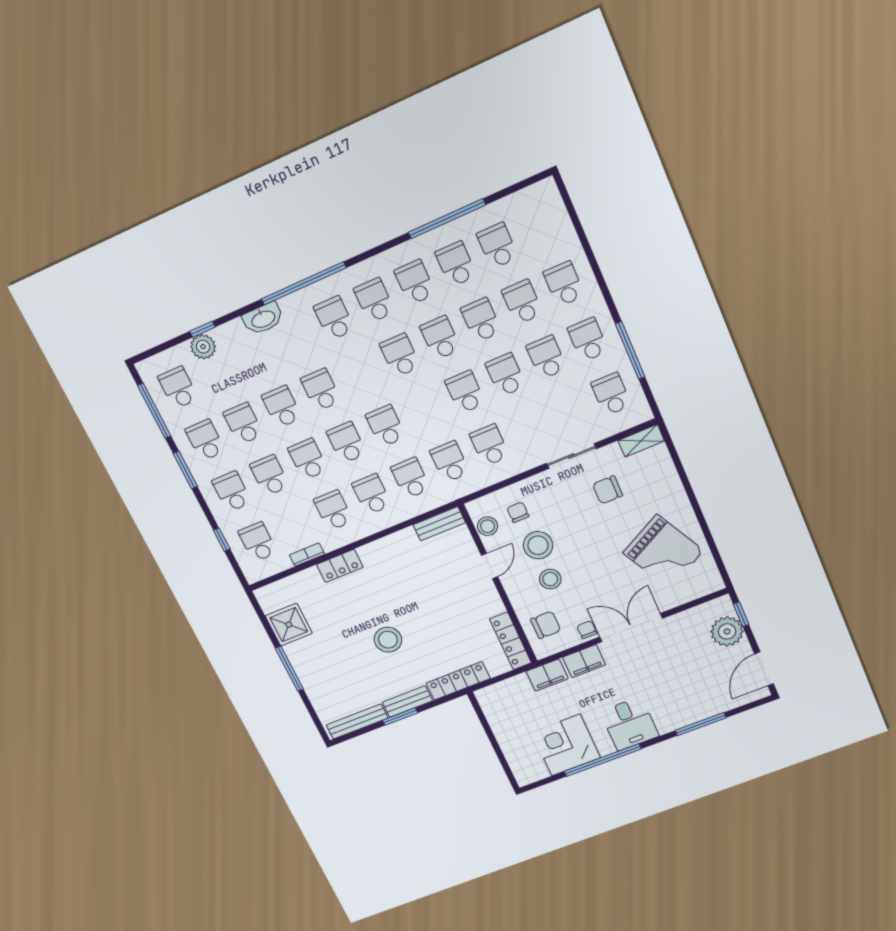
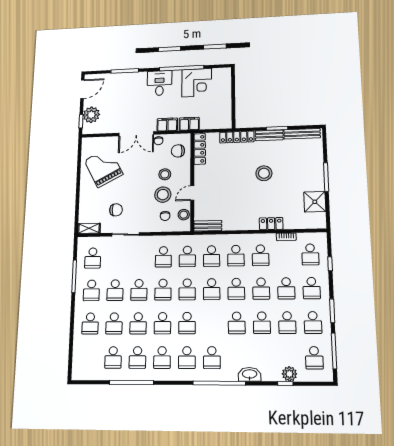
school desk: (425, 409) -> (187, 289), added

